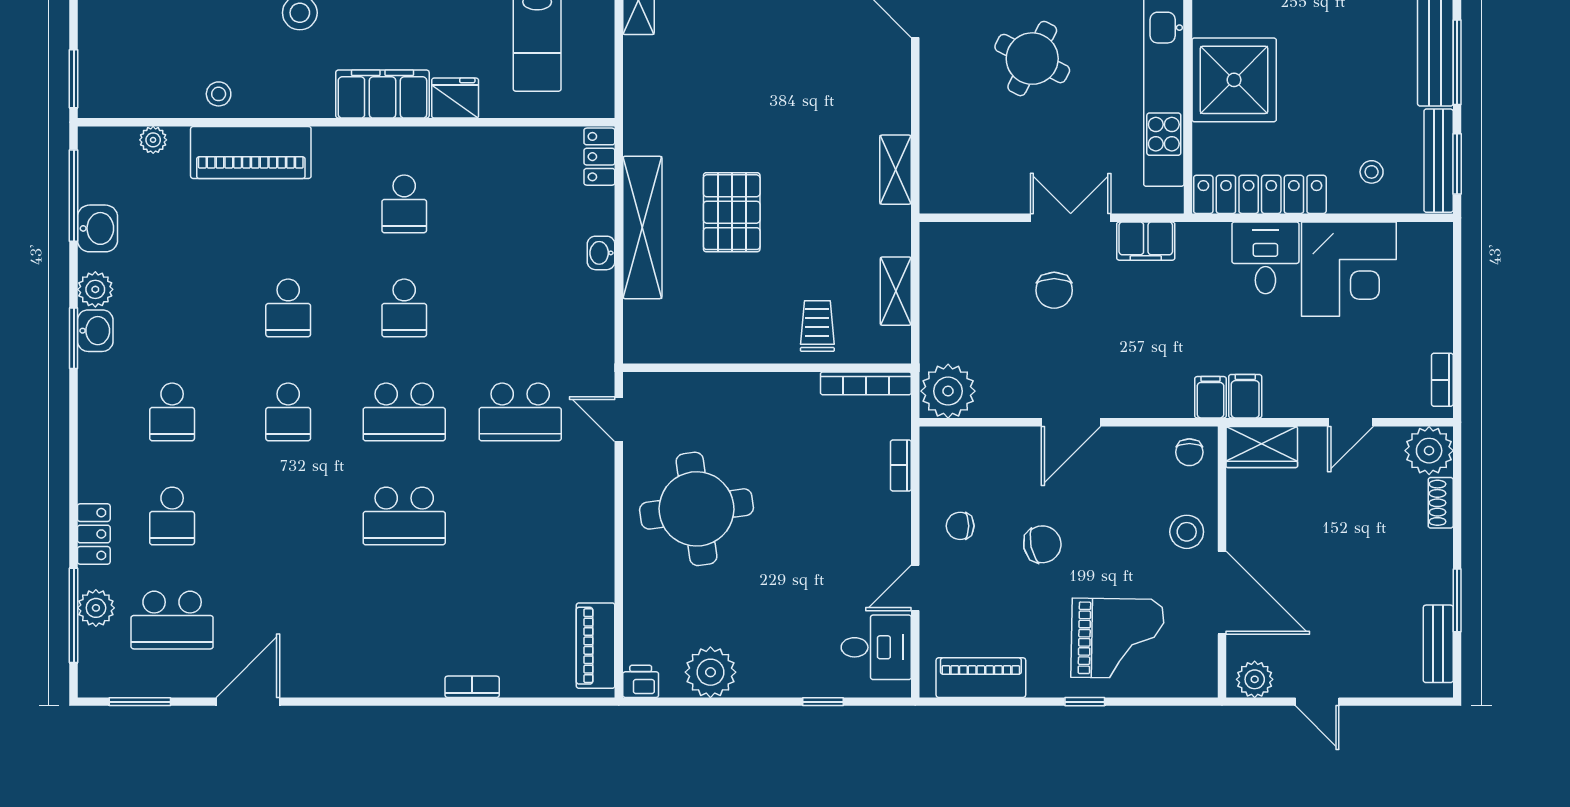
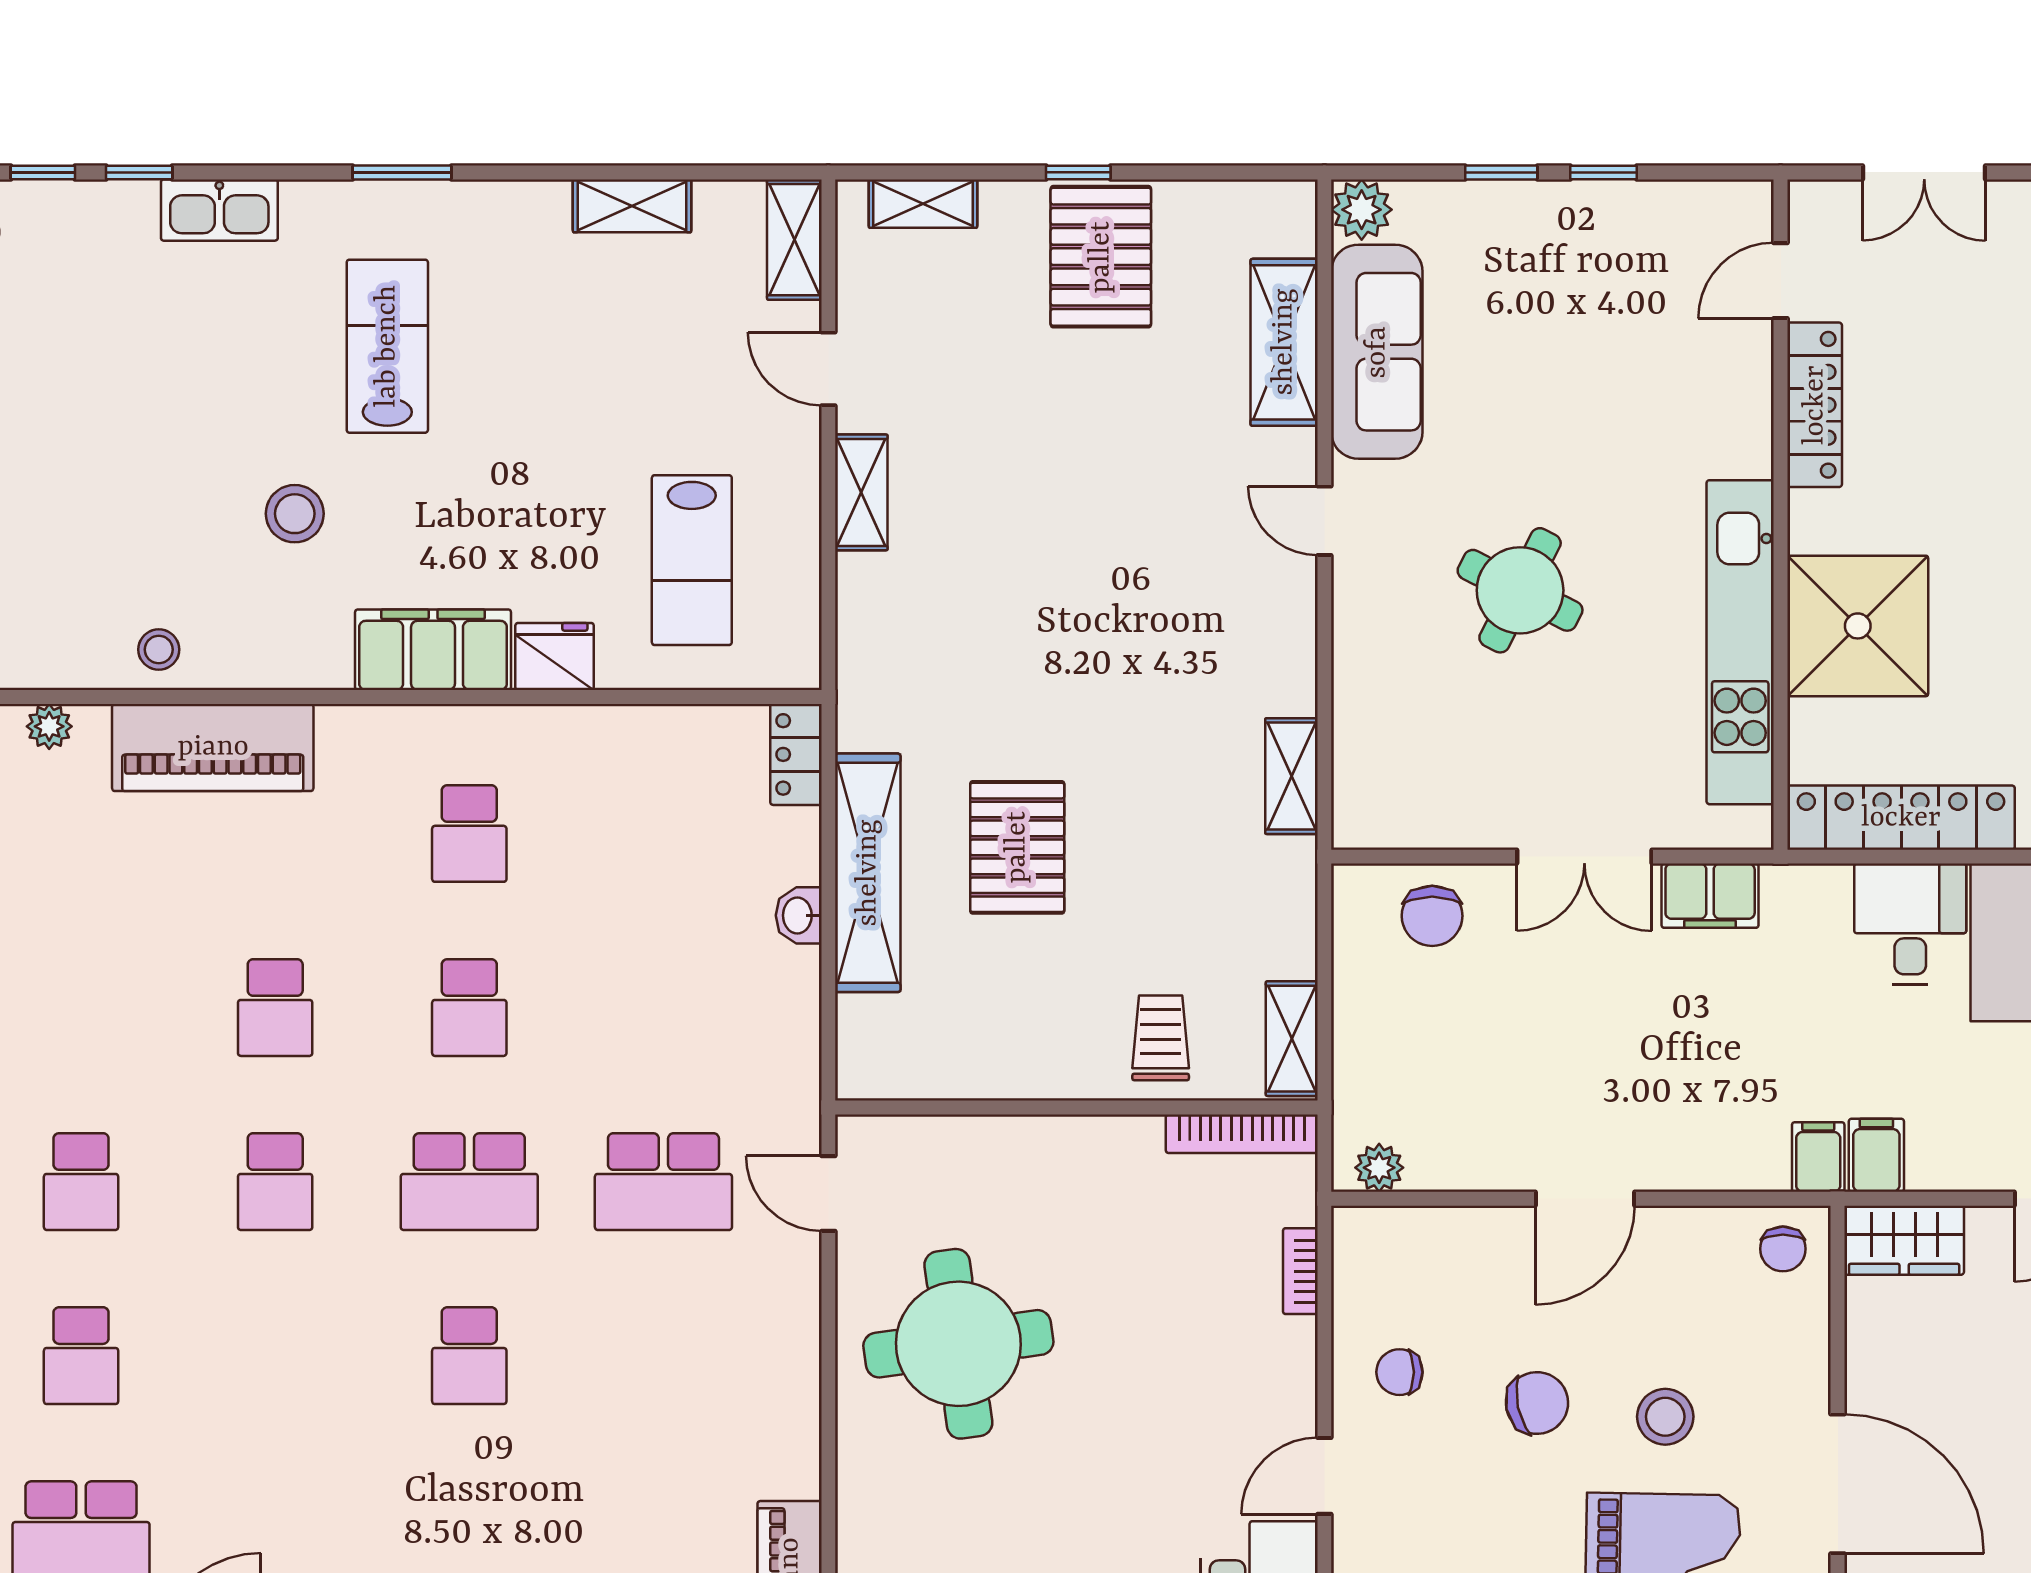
double door: (1071, 218) -> (1584, 857), swing flipped
chair: (1054, 290) -> (1432, 916), moved
shelving: (896, 291) -> (1292, 1039), moved
plant: (948, 391) -> (1379, 1168), width x0.53, depth x0.53
school desk: (404, 516) -> (469, 1356), width x0.54
stool: (1187, 532) -> (1665, 1417), moved

